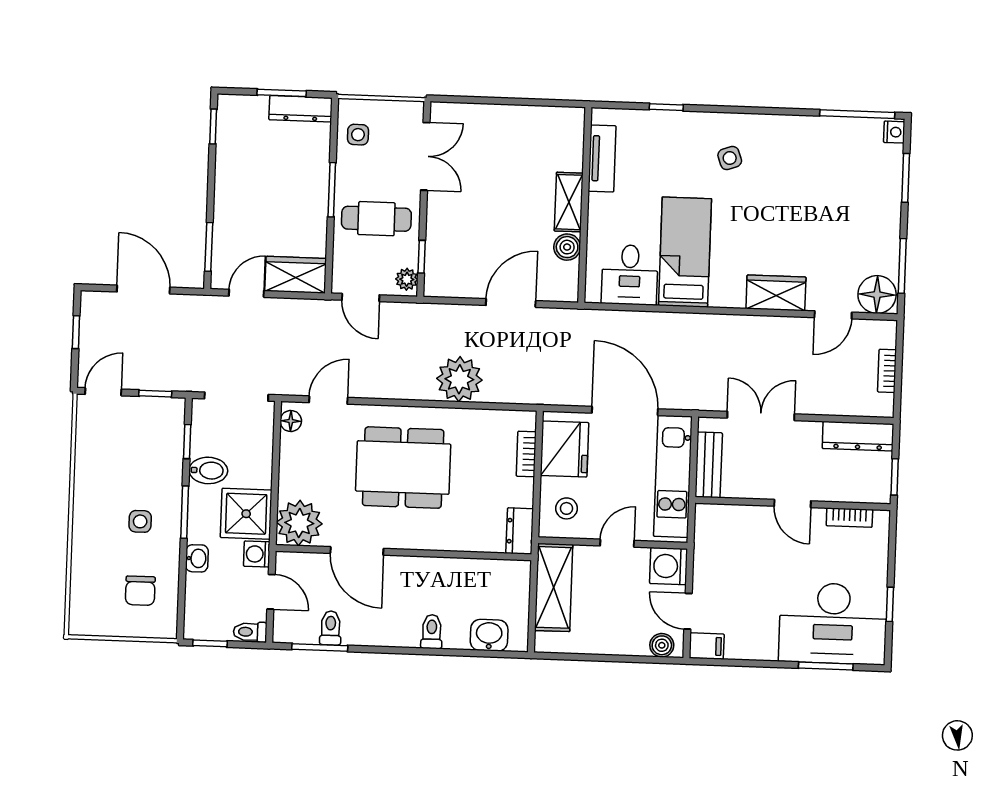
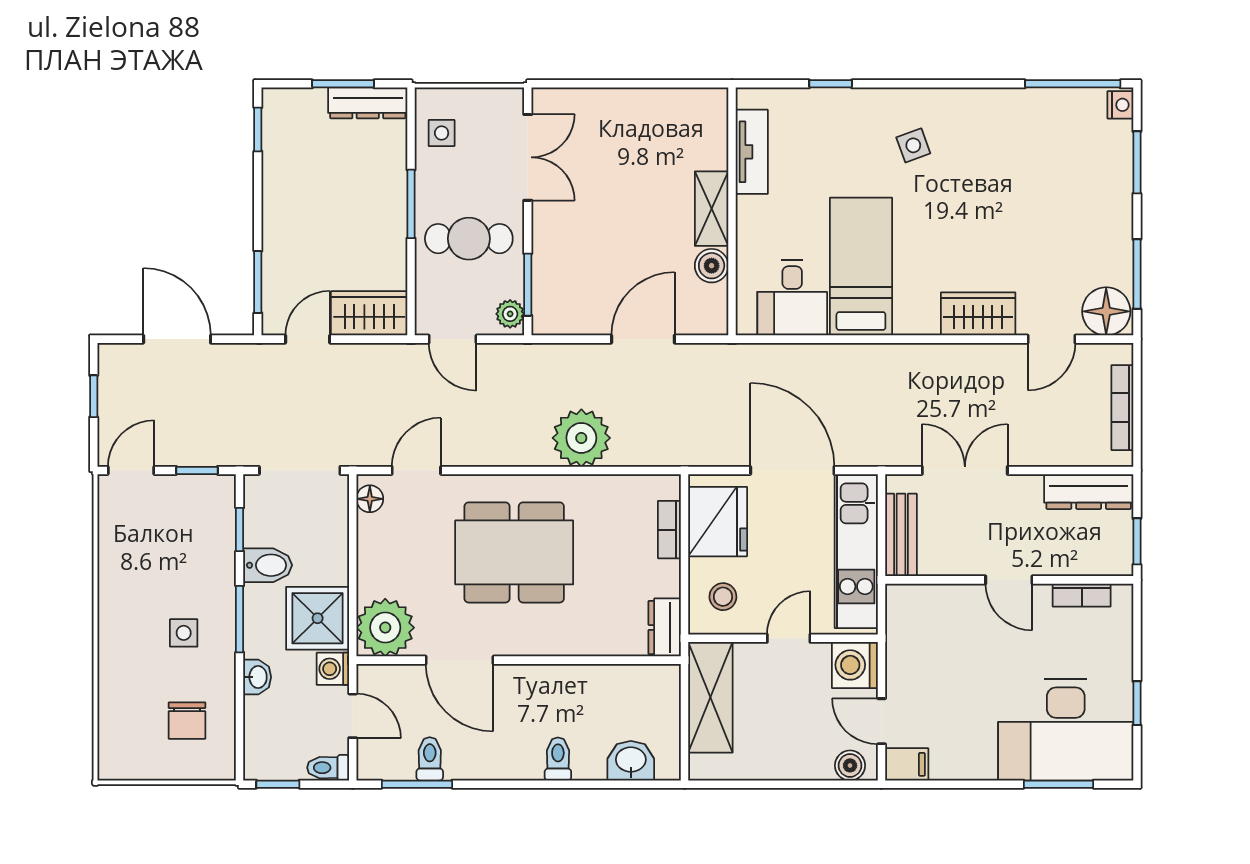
window: (422, 257) -> (528, 285), width x1.50
bookcase: (887, 371) -> (1122, 408), width x1.56

